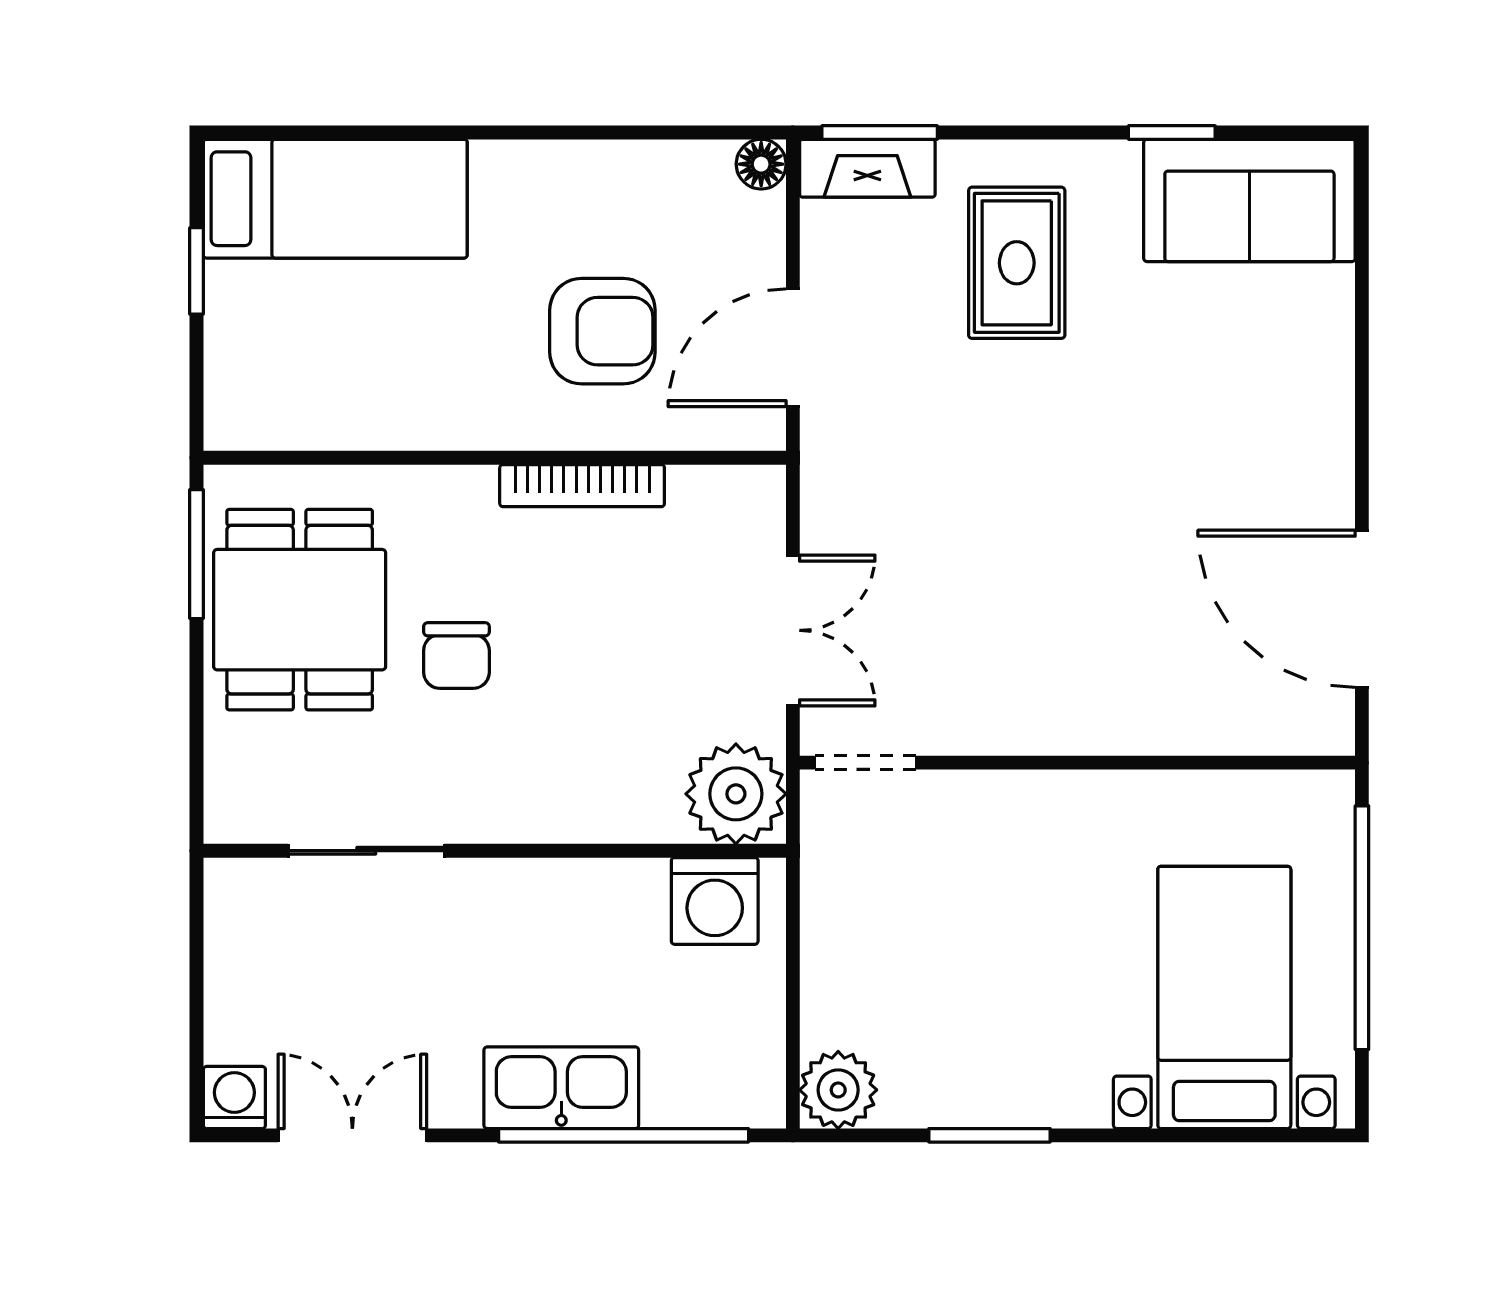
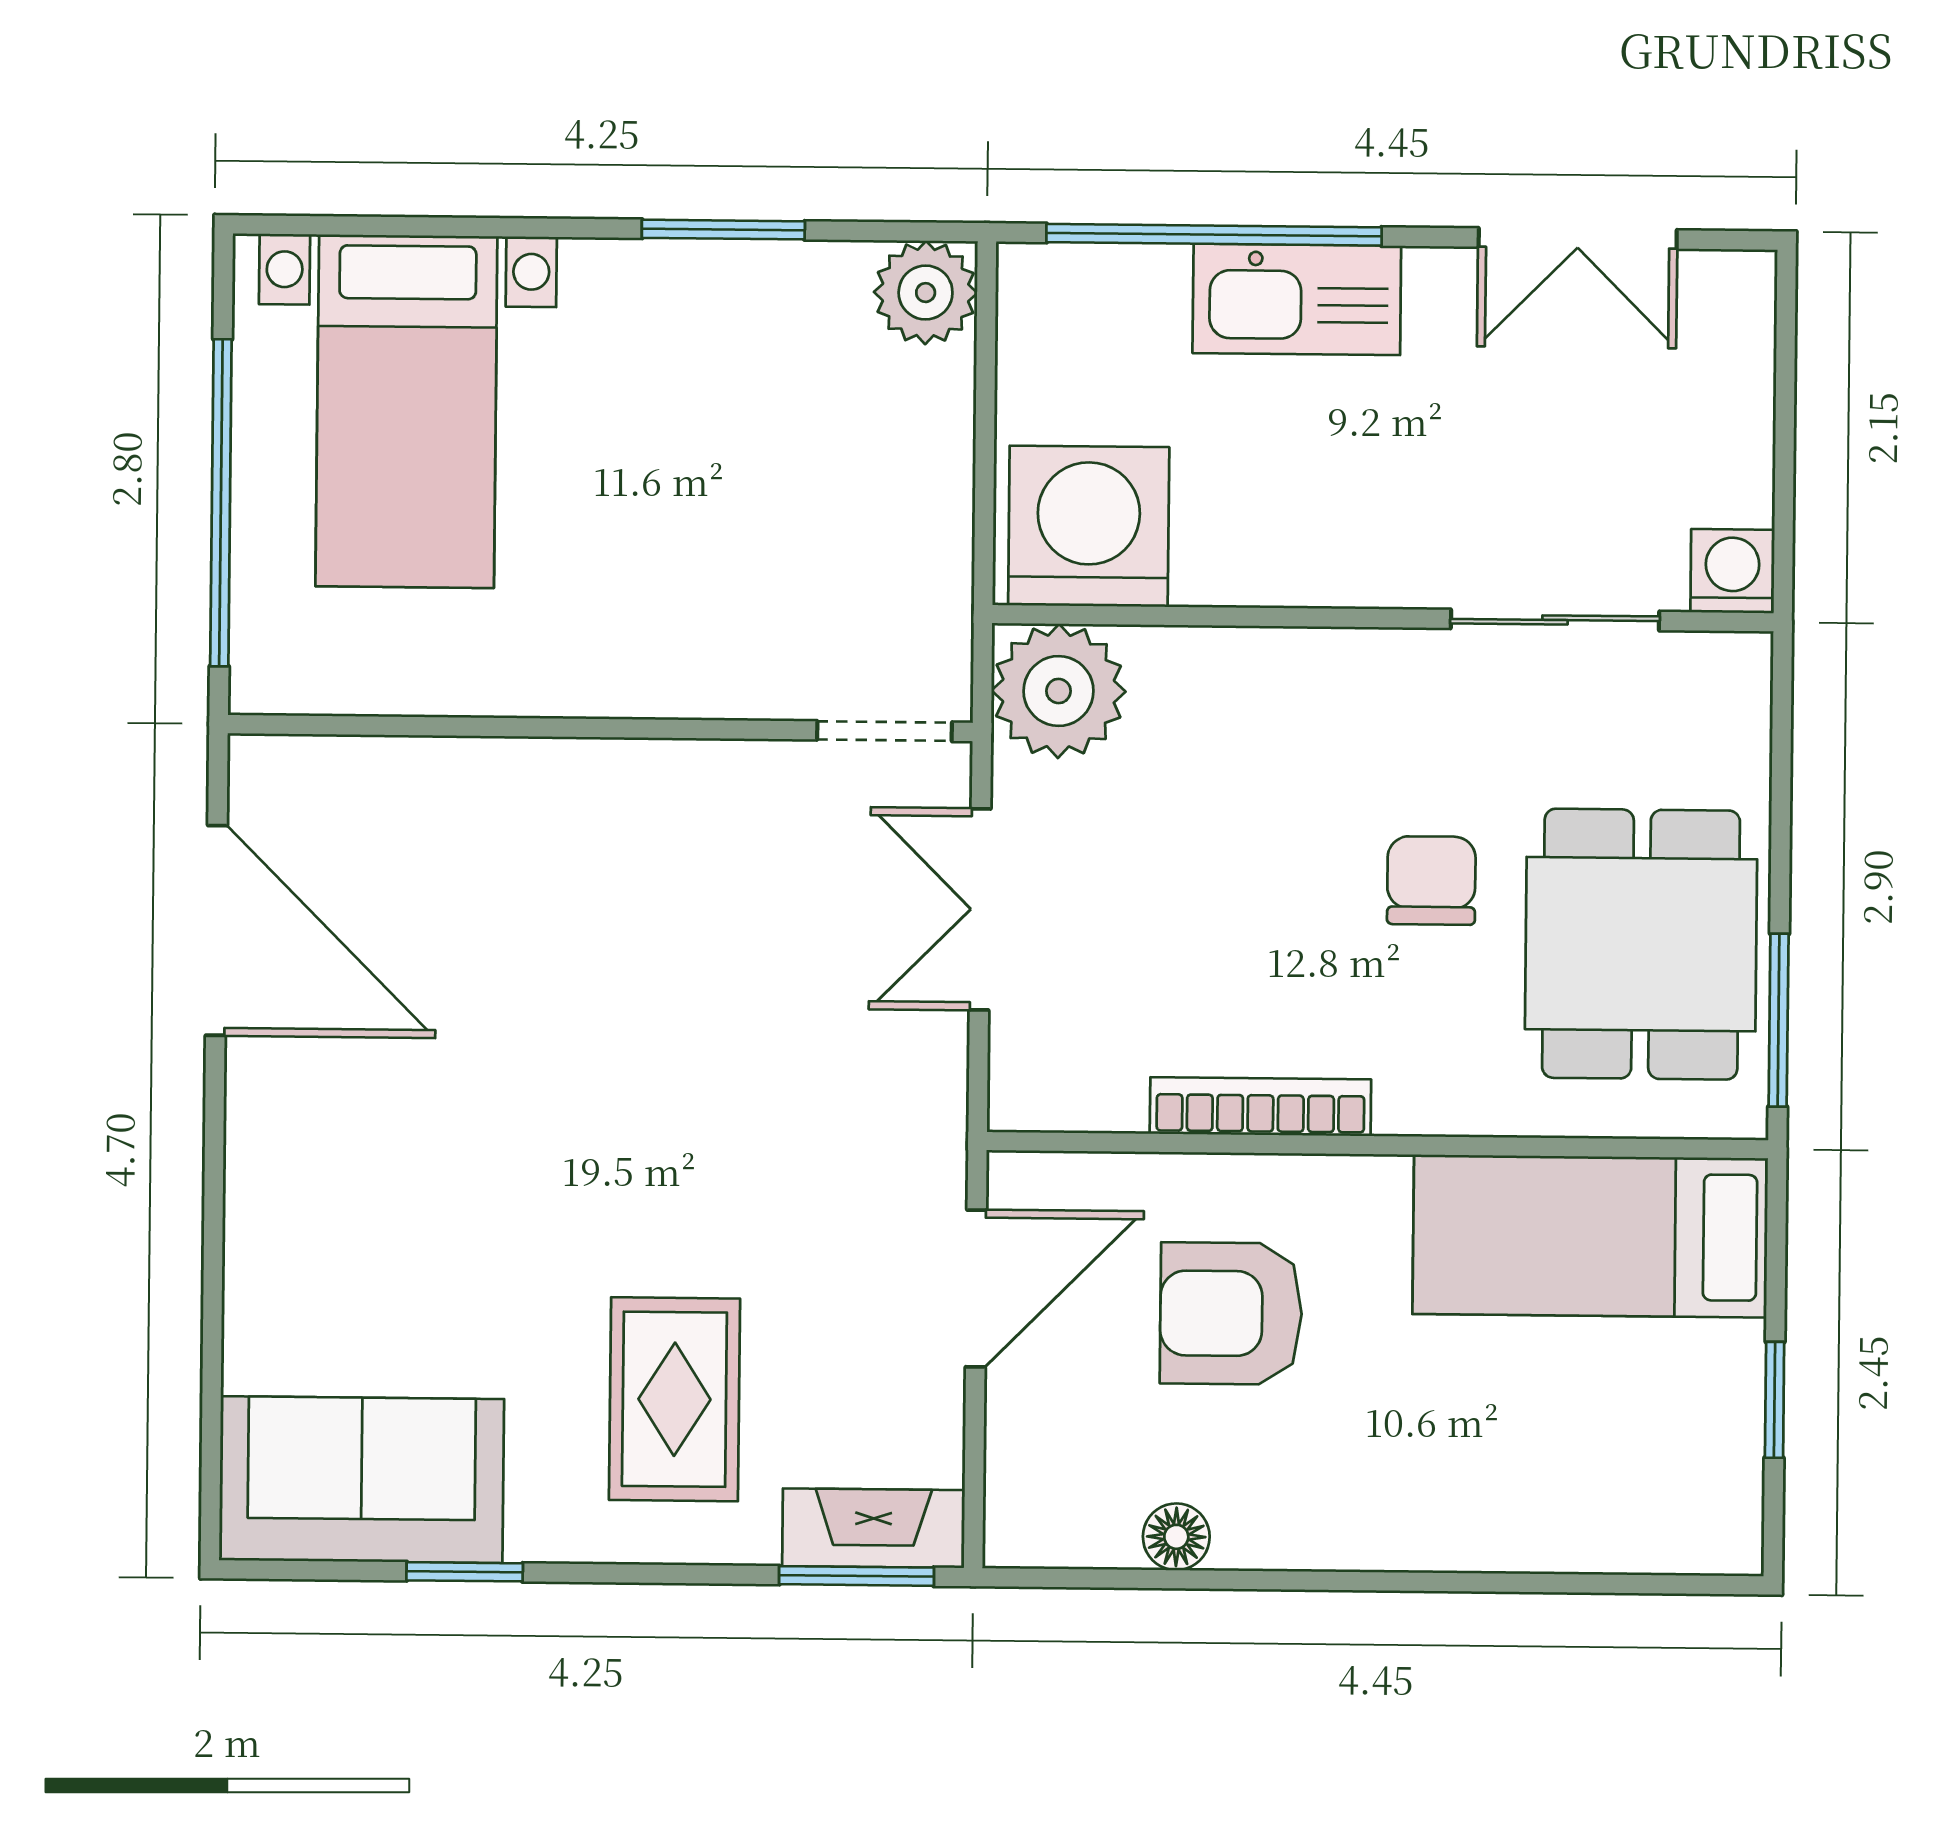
floor lamp: (761, 164) -> (1176, 1537), moved
bed: (335, 199) -> (1590, 1236), moved
washing machine: (715, 901) -> (1089, 526), width x1.37, depth x1.37
washing machine: (234, 1097) -> (1732, 571), moved, turned 180

